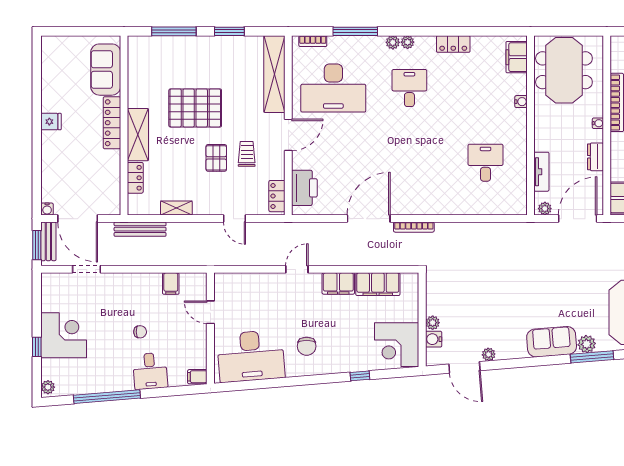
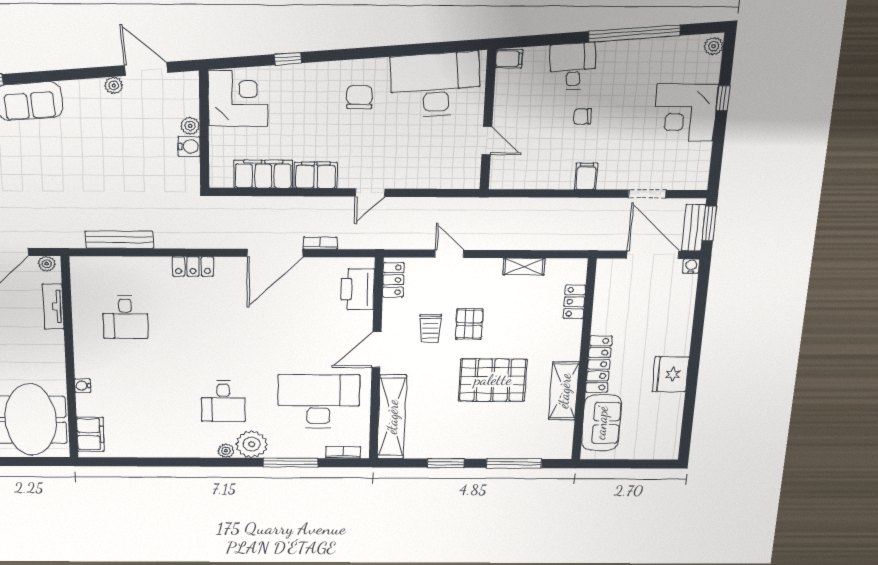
plant: (393, 42) -> (252, 444), width x1.87, depth x1.87
locker: (453, 44) -> (193, 267), moved, turned 180
fridge: (51, 122) -> (670, 374), width x1.88, depth x1.34
shelving: (138, 135) -> (564, 391), moved
bookcase: (414, 227) -> (320, 243), moved, width x0.64
bench: (140, 229) -> (119, 240), moved
filing cabinet: (171, 284) -> (586, 176), moved
water cooler: (434, 339) -> (189, 146), moved

